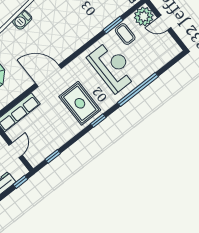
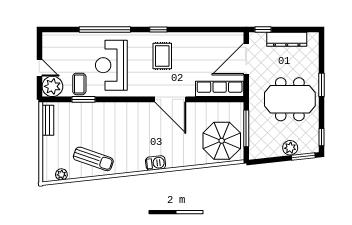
rug: (80, 103) -> (162, 56), width x0.73, depth x0.70
door: (16, 150) -> (246, 59), width x1.88
window: (53, 156) -> (219, 30), removed

